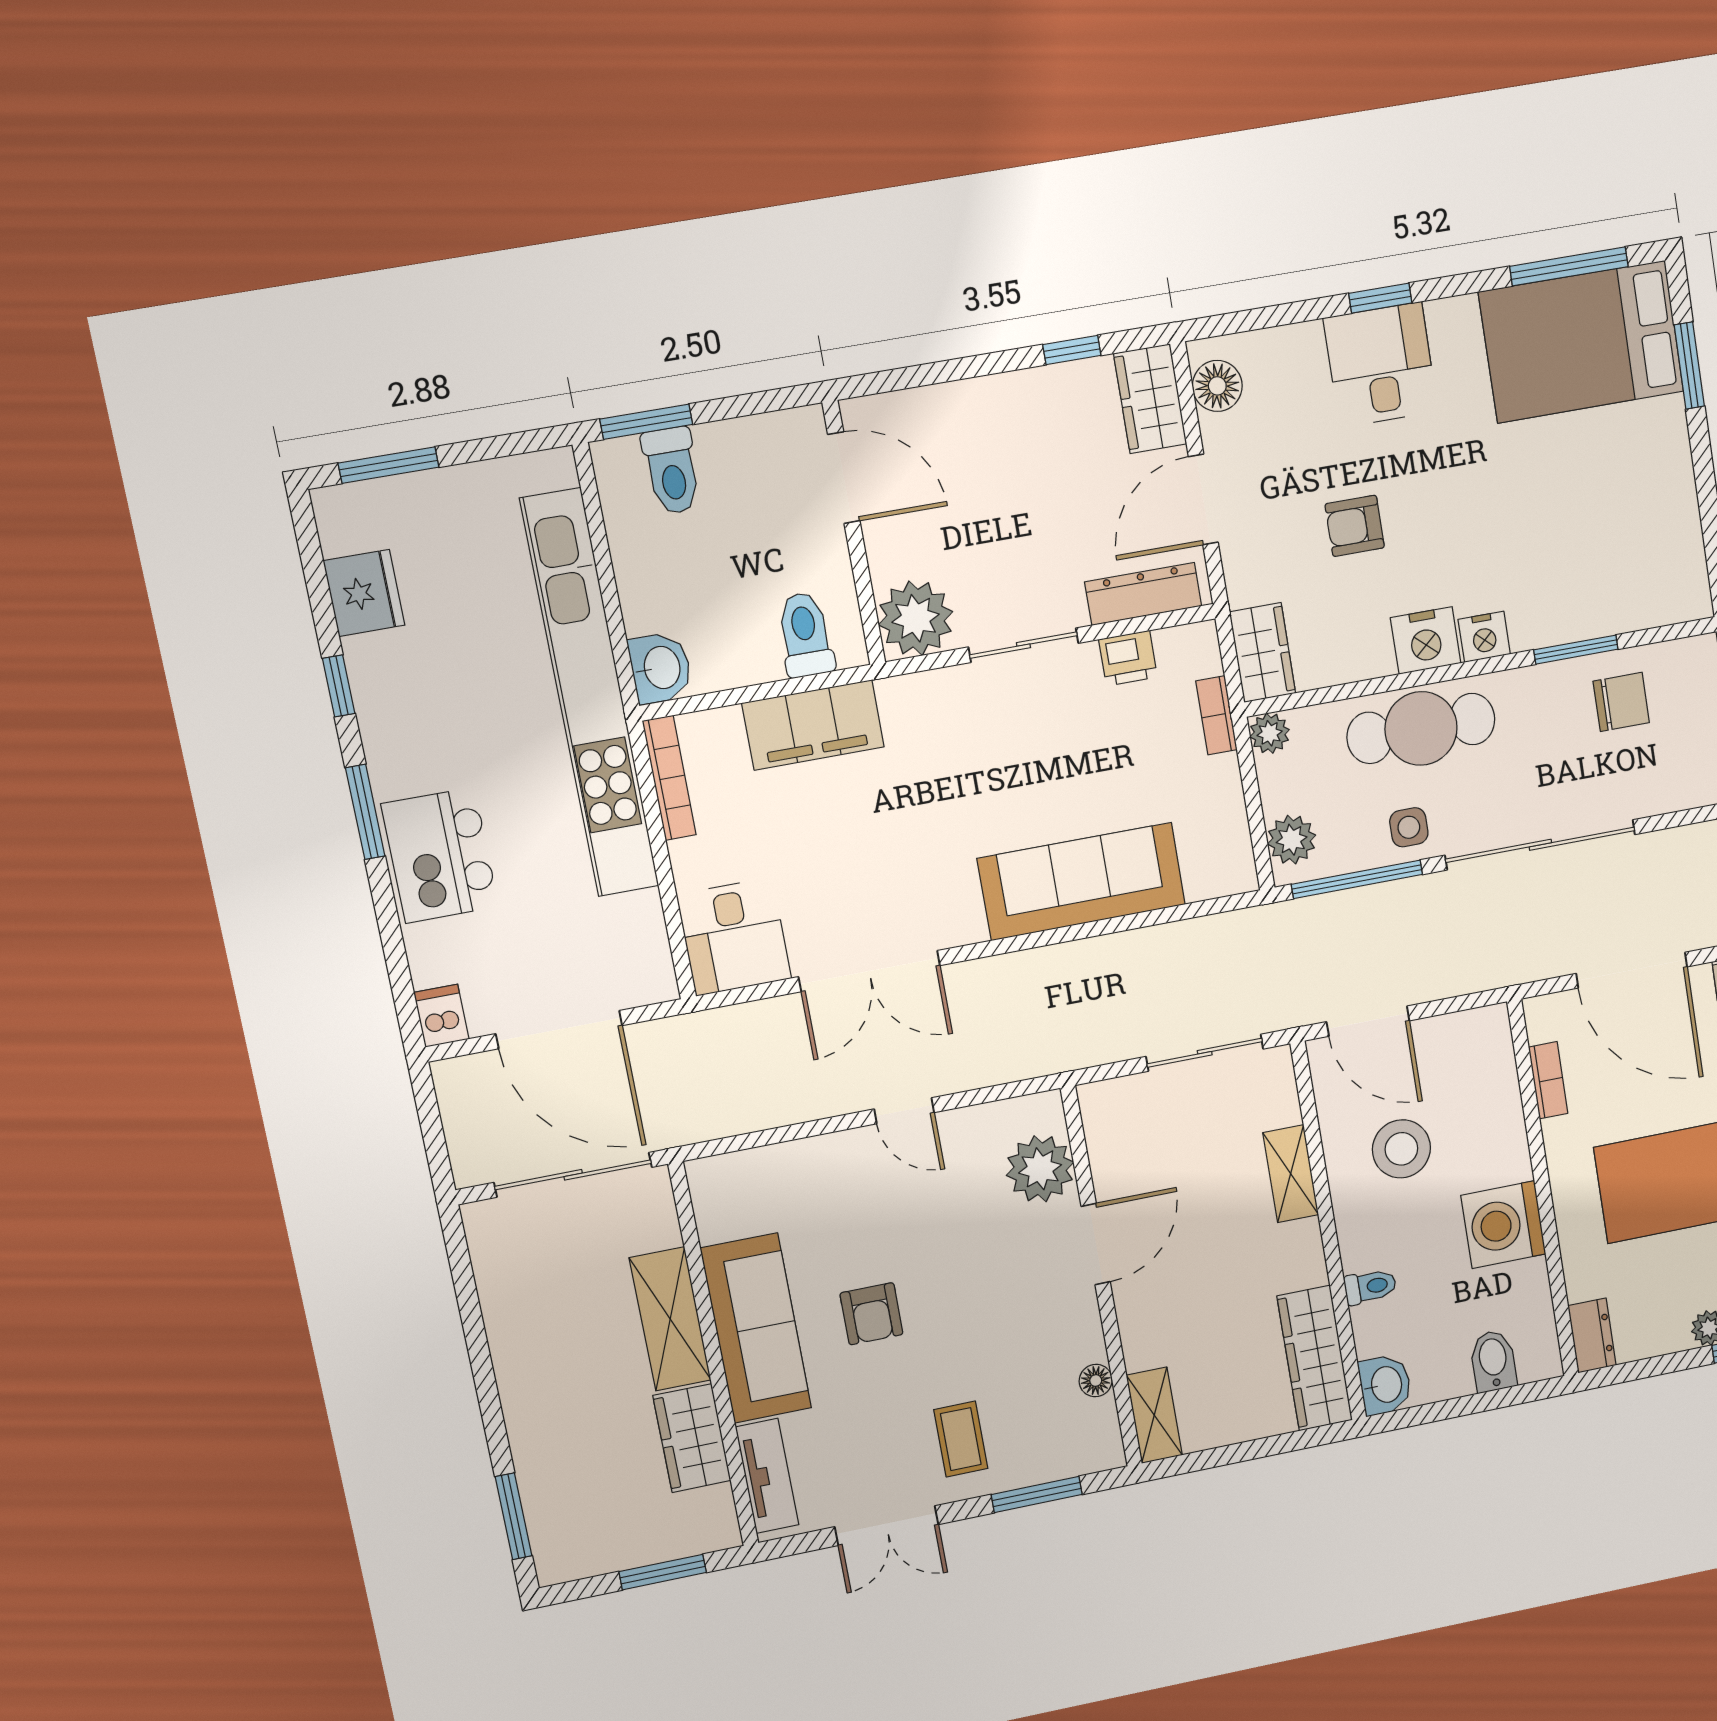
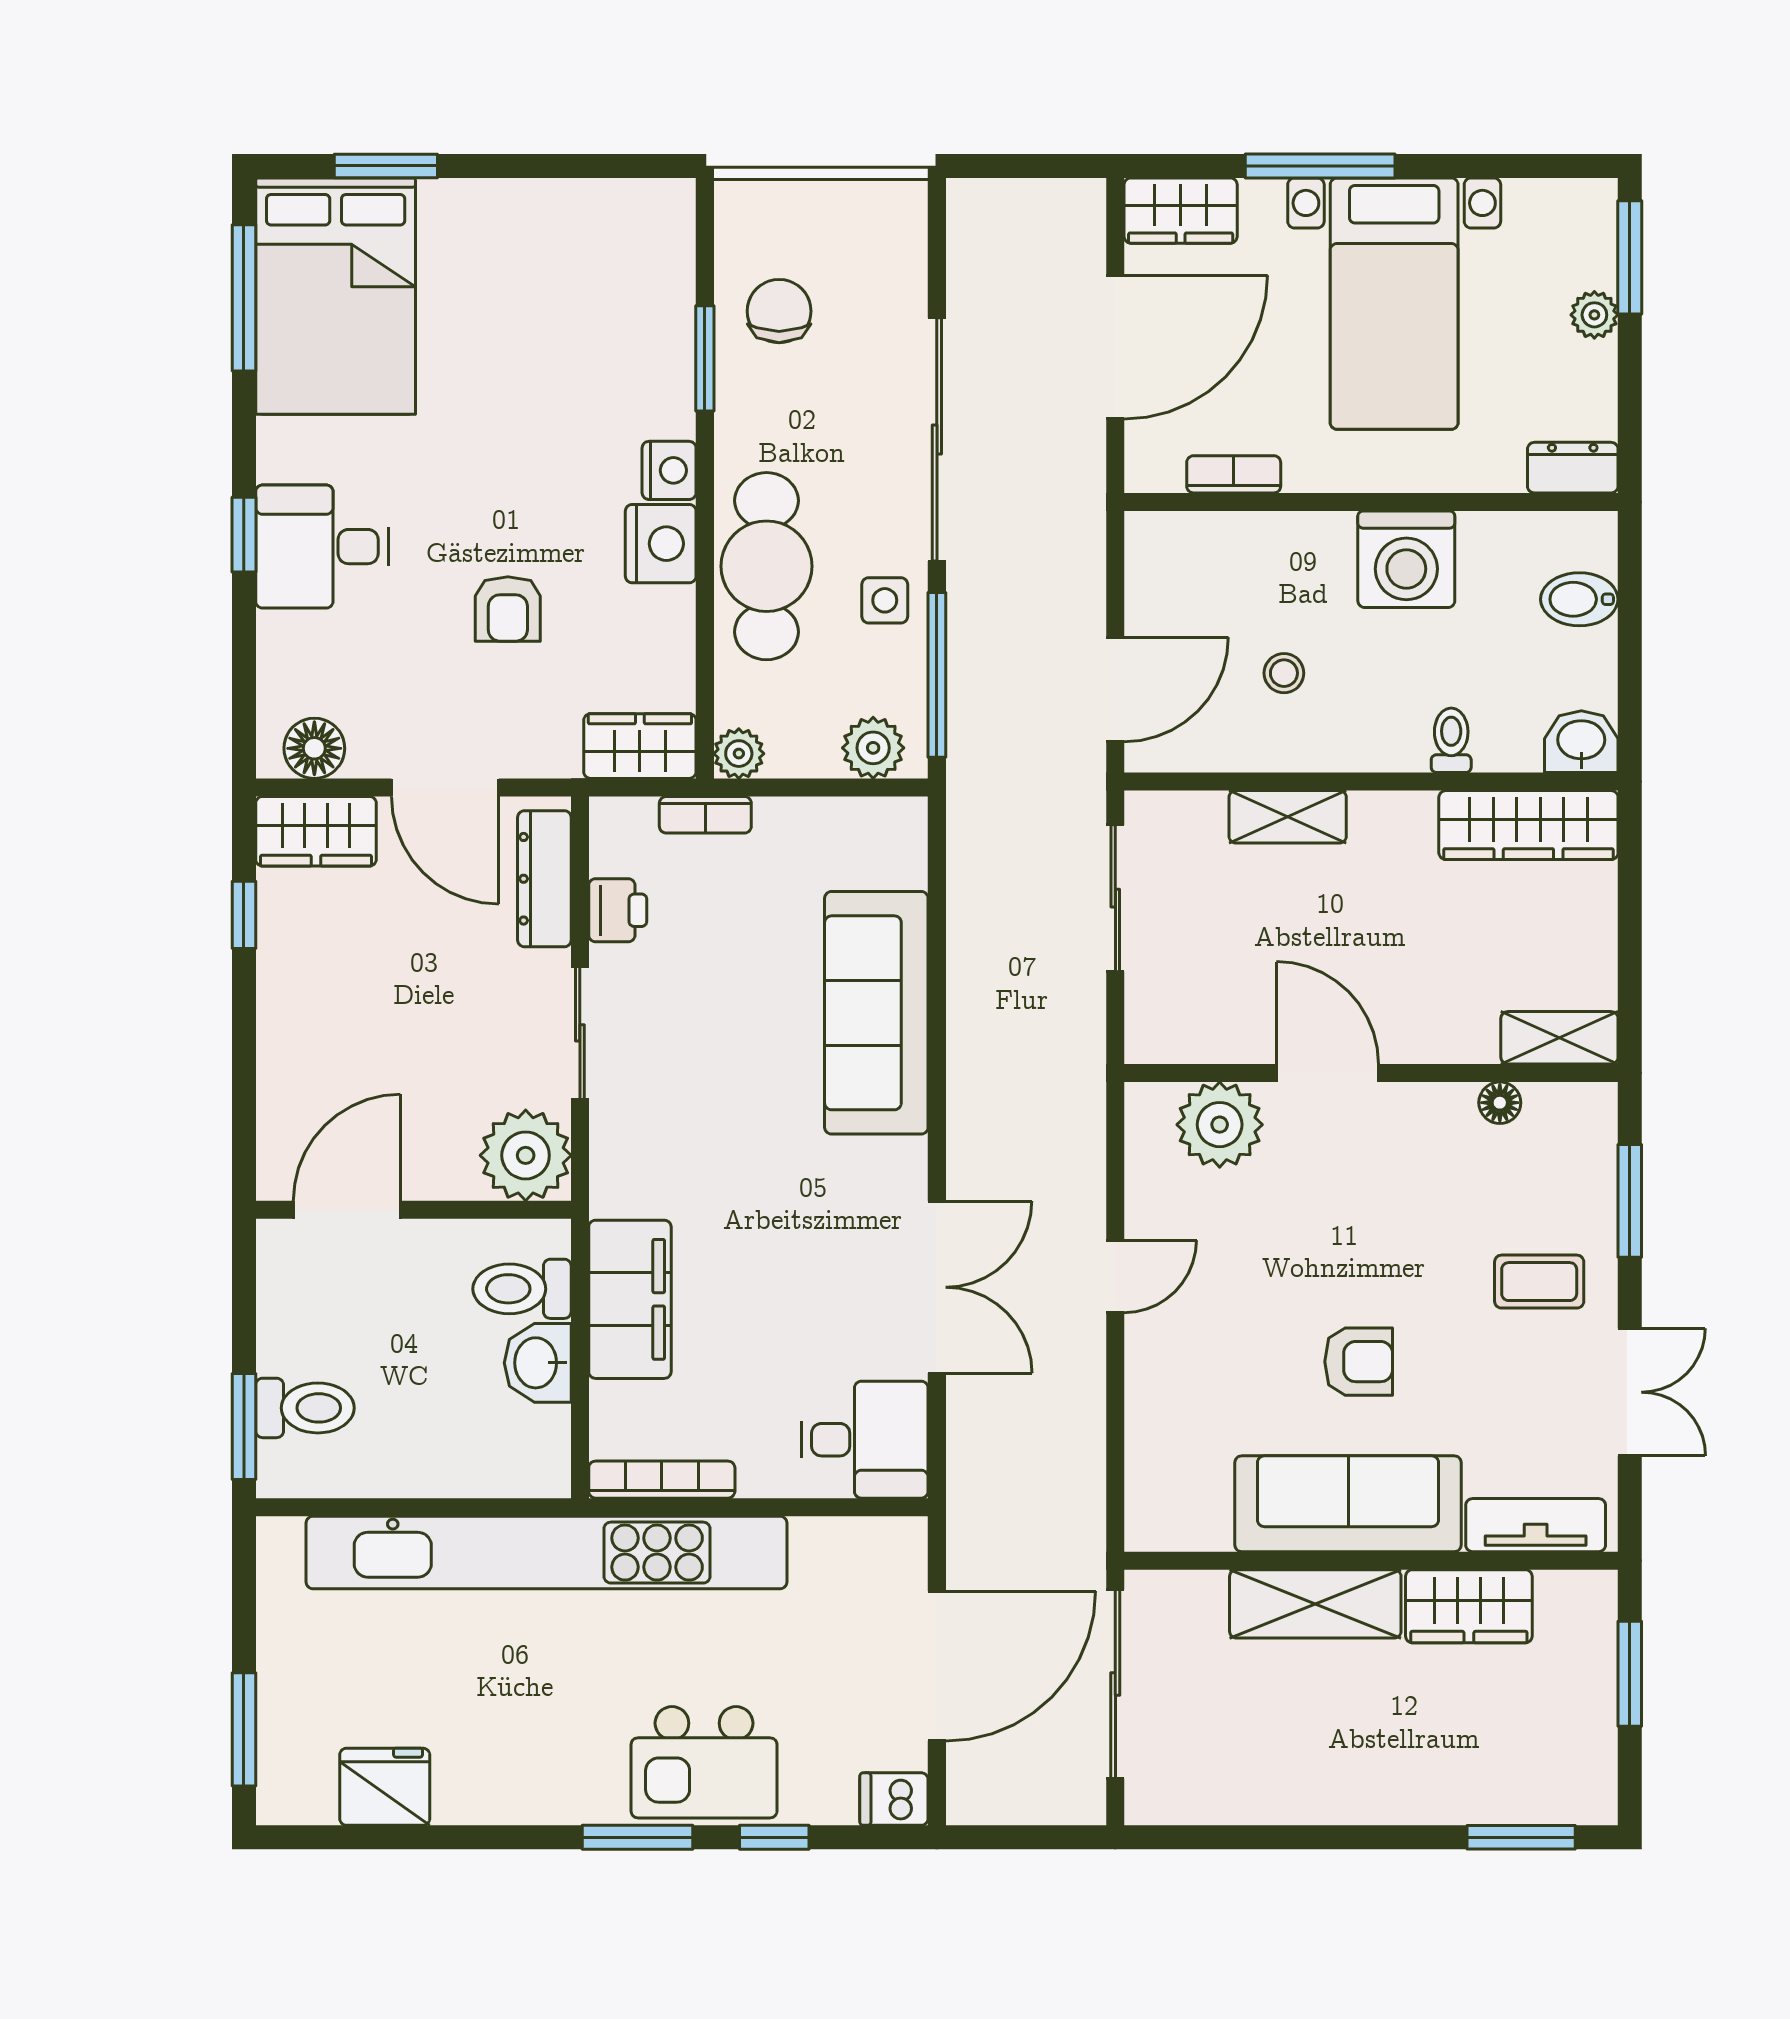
washbasin: (660, 668) -> (538, 1363), moved, turned -90
window: (339, 686) -> (774, 1837), moved
stool: (1401, 1149) -> (1284, 673), width x0.53, depth x0.53

